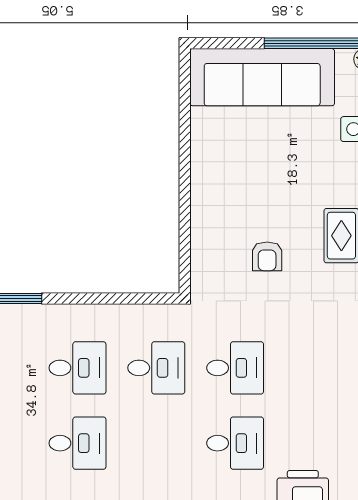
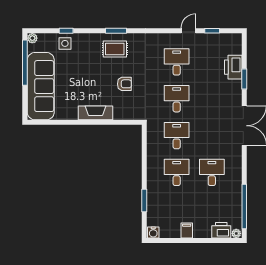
fireplace: (205, 194) -> (95, 113), added
desk: (235, 443) -> (177, 62), moved

